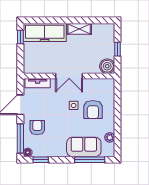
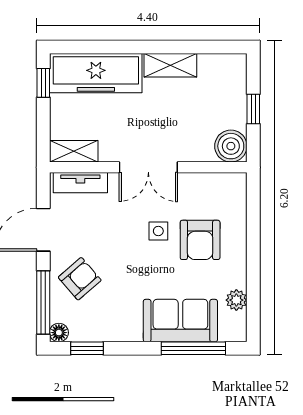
shelving: (34, 69) -> (74, 151), added
armchair: (37, 128) -> (80, 279), turned 49

